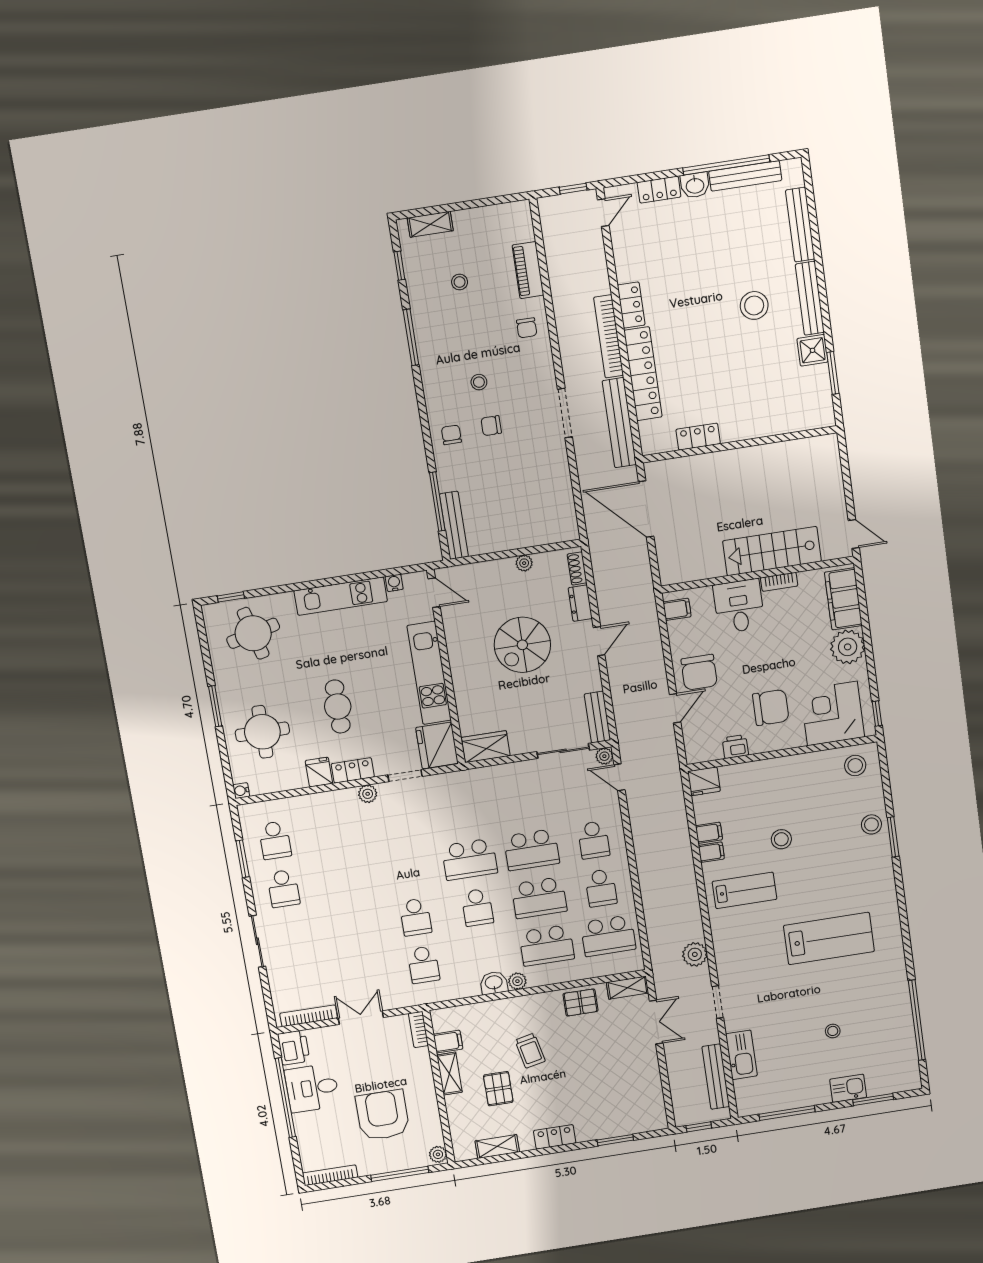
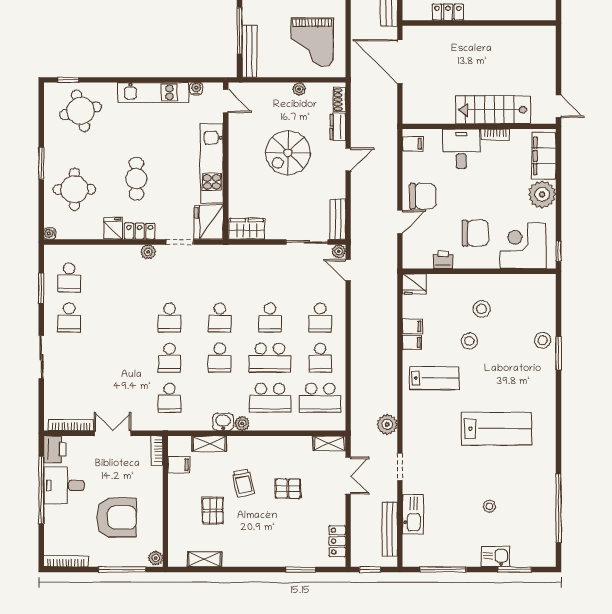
grand piano: (531, 501) -> (312, 42), added
chair: (699, 672) -> (423, 196), turned -90
stool: (855, 765) -> (482, 309), moved
school desk: (532, 850) -> (270, 318), width x0.54
school desk: (470, 859) -> (220, 318), width x0.54
school desk: (408, 869) -> (170, 318), added
pallet: (580, 1002) -> (288, 489), moved
shelving: (449, 1074) -> (209, 444), moved, turned 90
armchair: (383, 1115) -> (117, 518), turned 90
locker: (555, 1137) -> (337, 541), moved, turned -90

